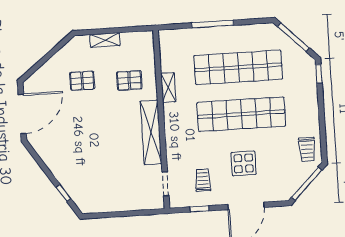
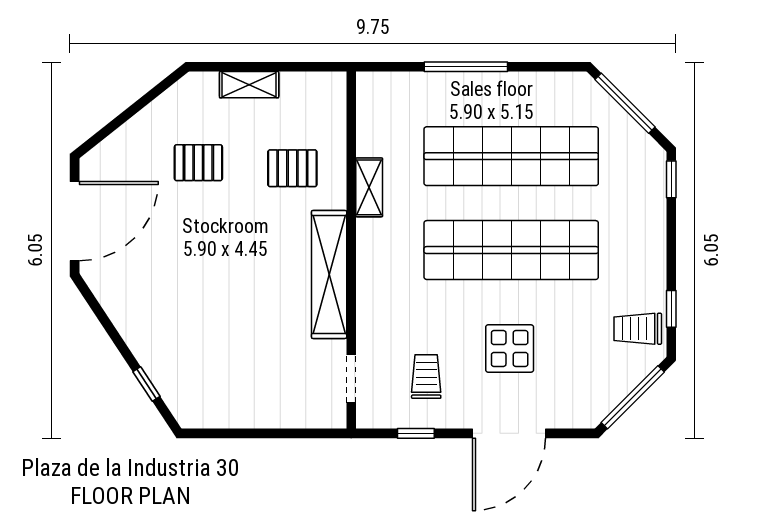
window: (323, 138) -> (671, 309), added
trolley: (307, 149) -> (638, 329), turned 90

